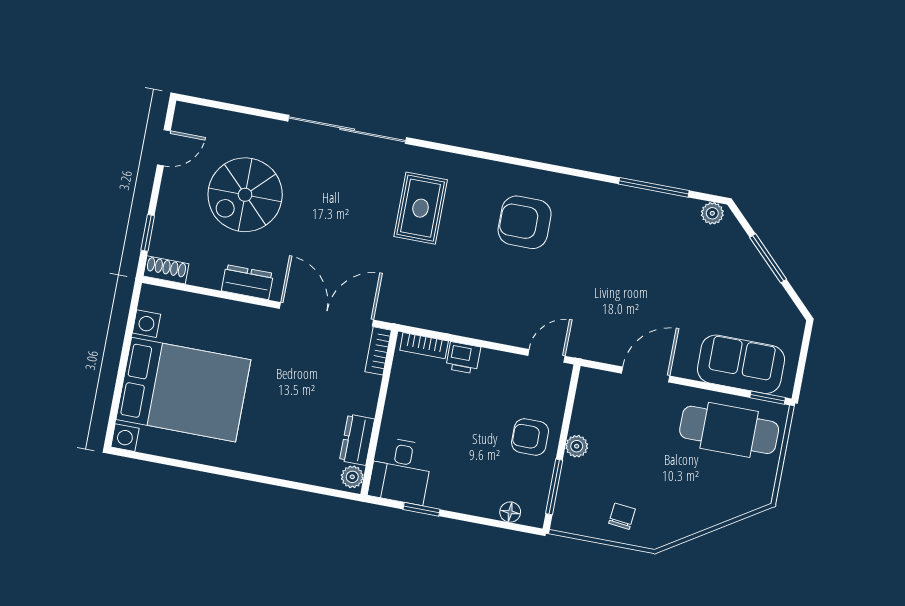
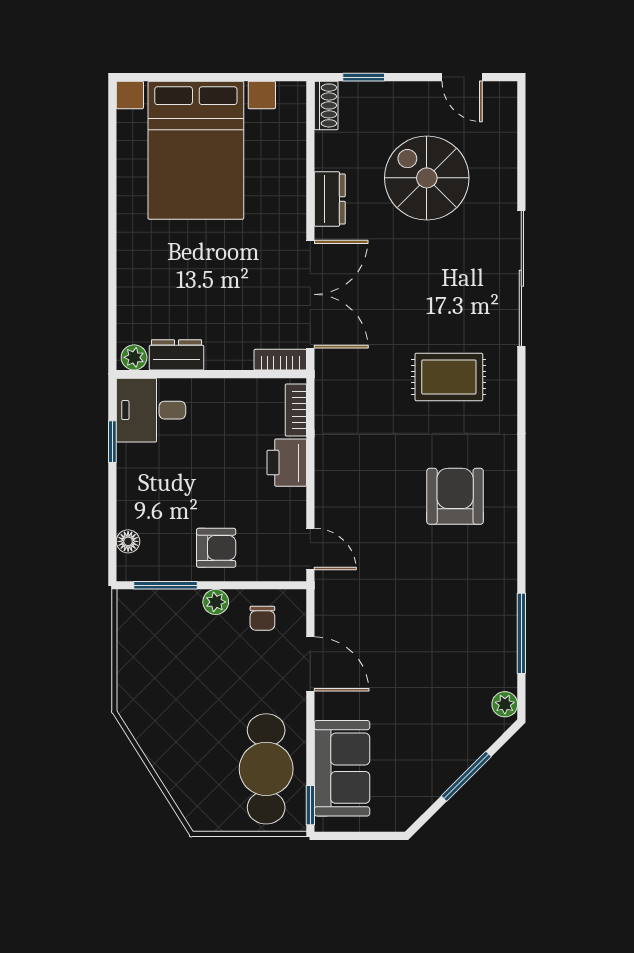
printer: (463, 358) -> (287, 463), width x1.36, depth x1.24
armchair: (530, 437) -> (216, 548), turned 90
chair: (622, 516) -> (262, 618), moved, turned 84

